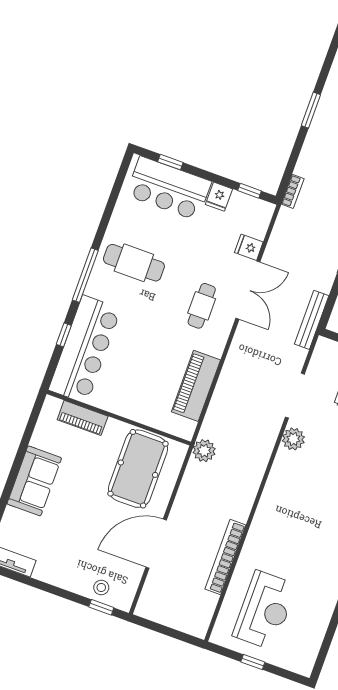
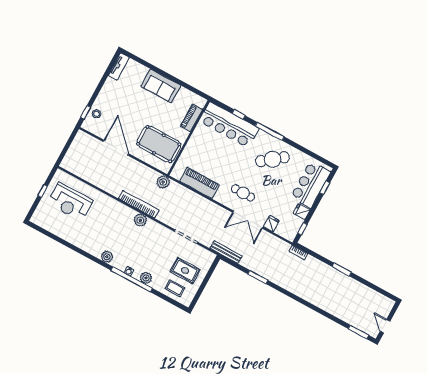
cafe table: (134, 263) -> (273, 159), turned 52
plant: (293, 439) -> (140, 220), moved
bookcase: (225, 557) -> (139, 204), moved

